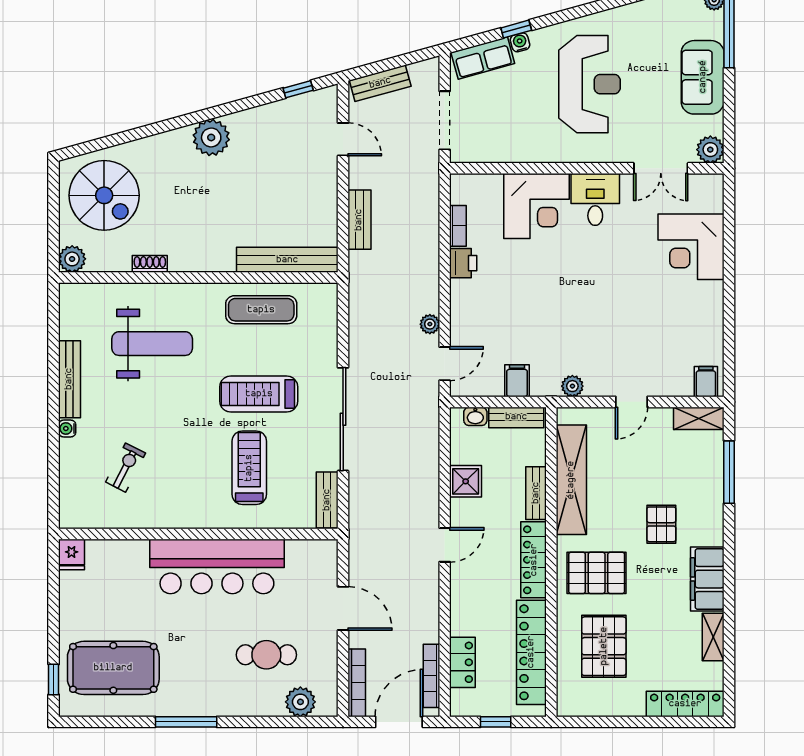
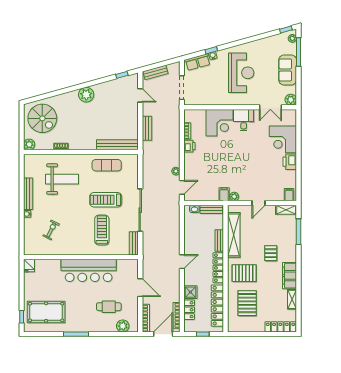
printer: (708, 301) -> (290, 162), added
filing cabinet: (517, 381) -> (224, 194), moved
shower: (466, 481) -> (190, 292), moved

